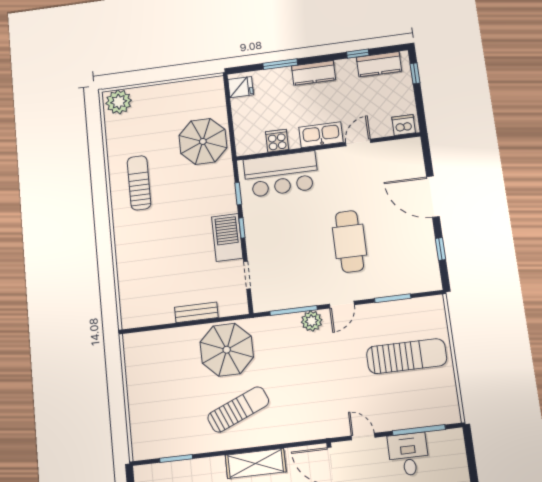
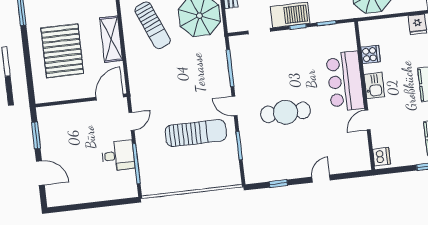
kitchen sink: (321, 135) -> (374, 85), width x0.73
door: (358, 143) -> (368, 120), swing flipped
bar counter: (281, 174) -> (345, 81), moved
door: (433, 197) -> (321, 179), width x0.53
plant: (312, 321) -> (222, 82), removed
sun lounger: (407, 356) -> (196, 133), moved, turned -90

